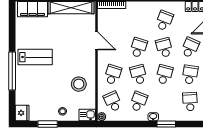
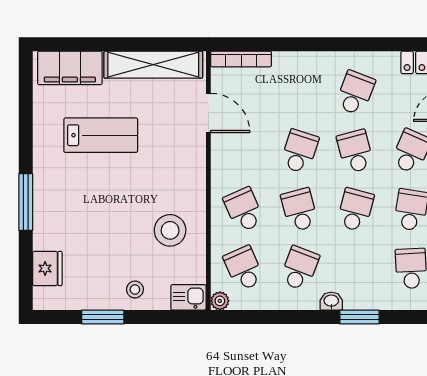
door: (96, 41) -> (208, 113), moved
lab bench: (35, 57) -> (101, 135), moved
window: (12, 71) -> (26, 202), width x0.68
school desk: (113, 75) -> (244, 210), turned -42
fridge: (22, 113) -> (47, 268), moved

